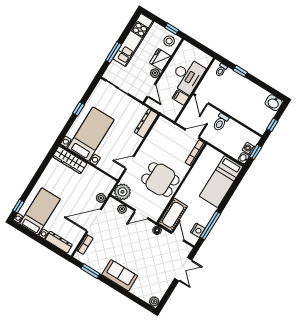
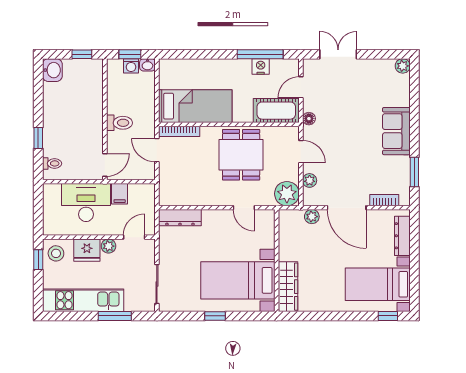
bed: (221, 181) -> (195, 106), moved
nightstand: (198, 230) -> (261, 66), moved

